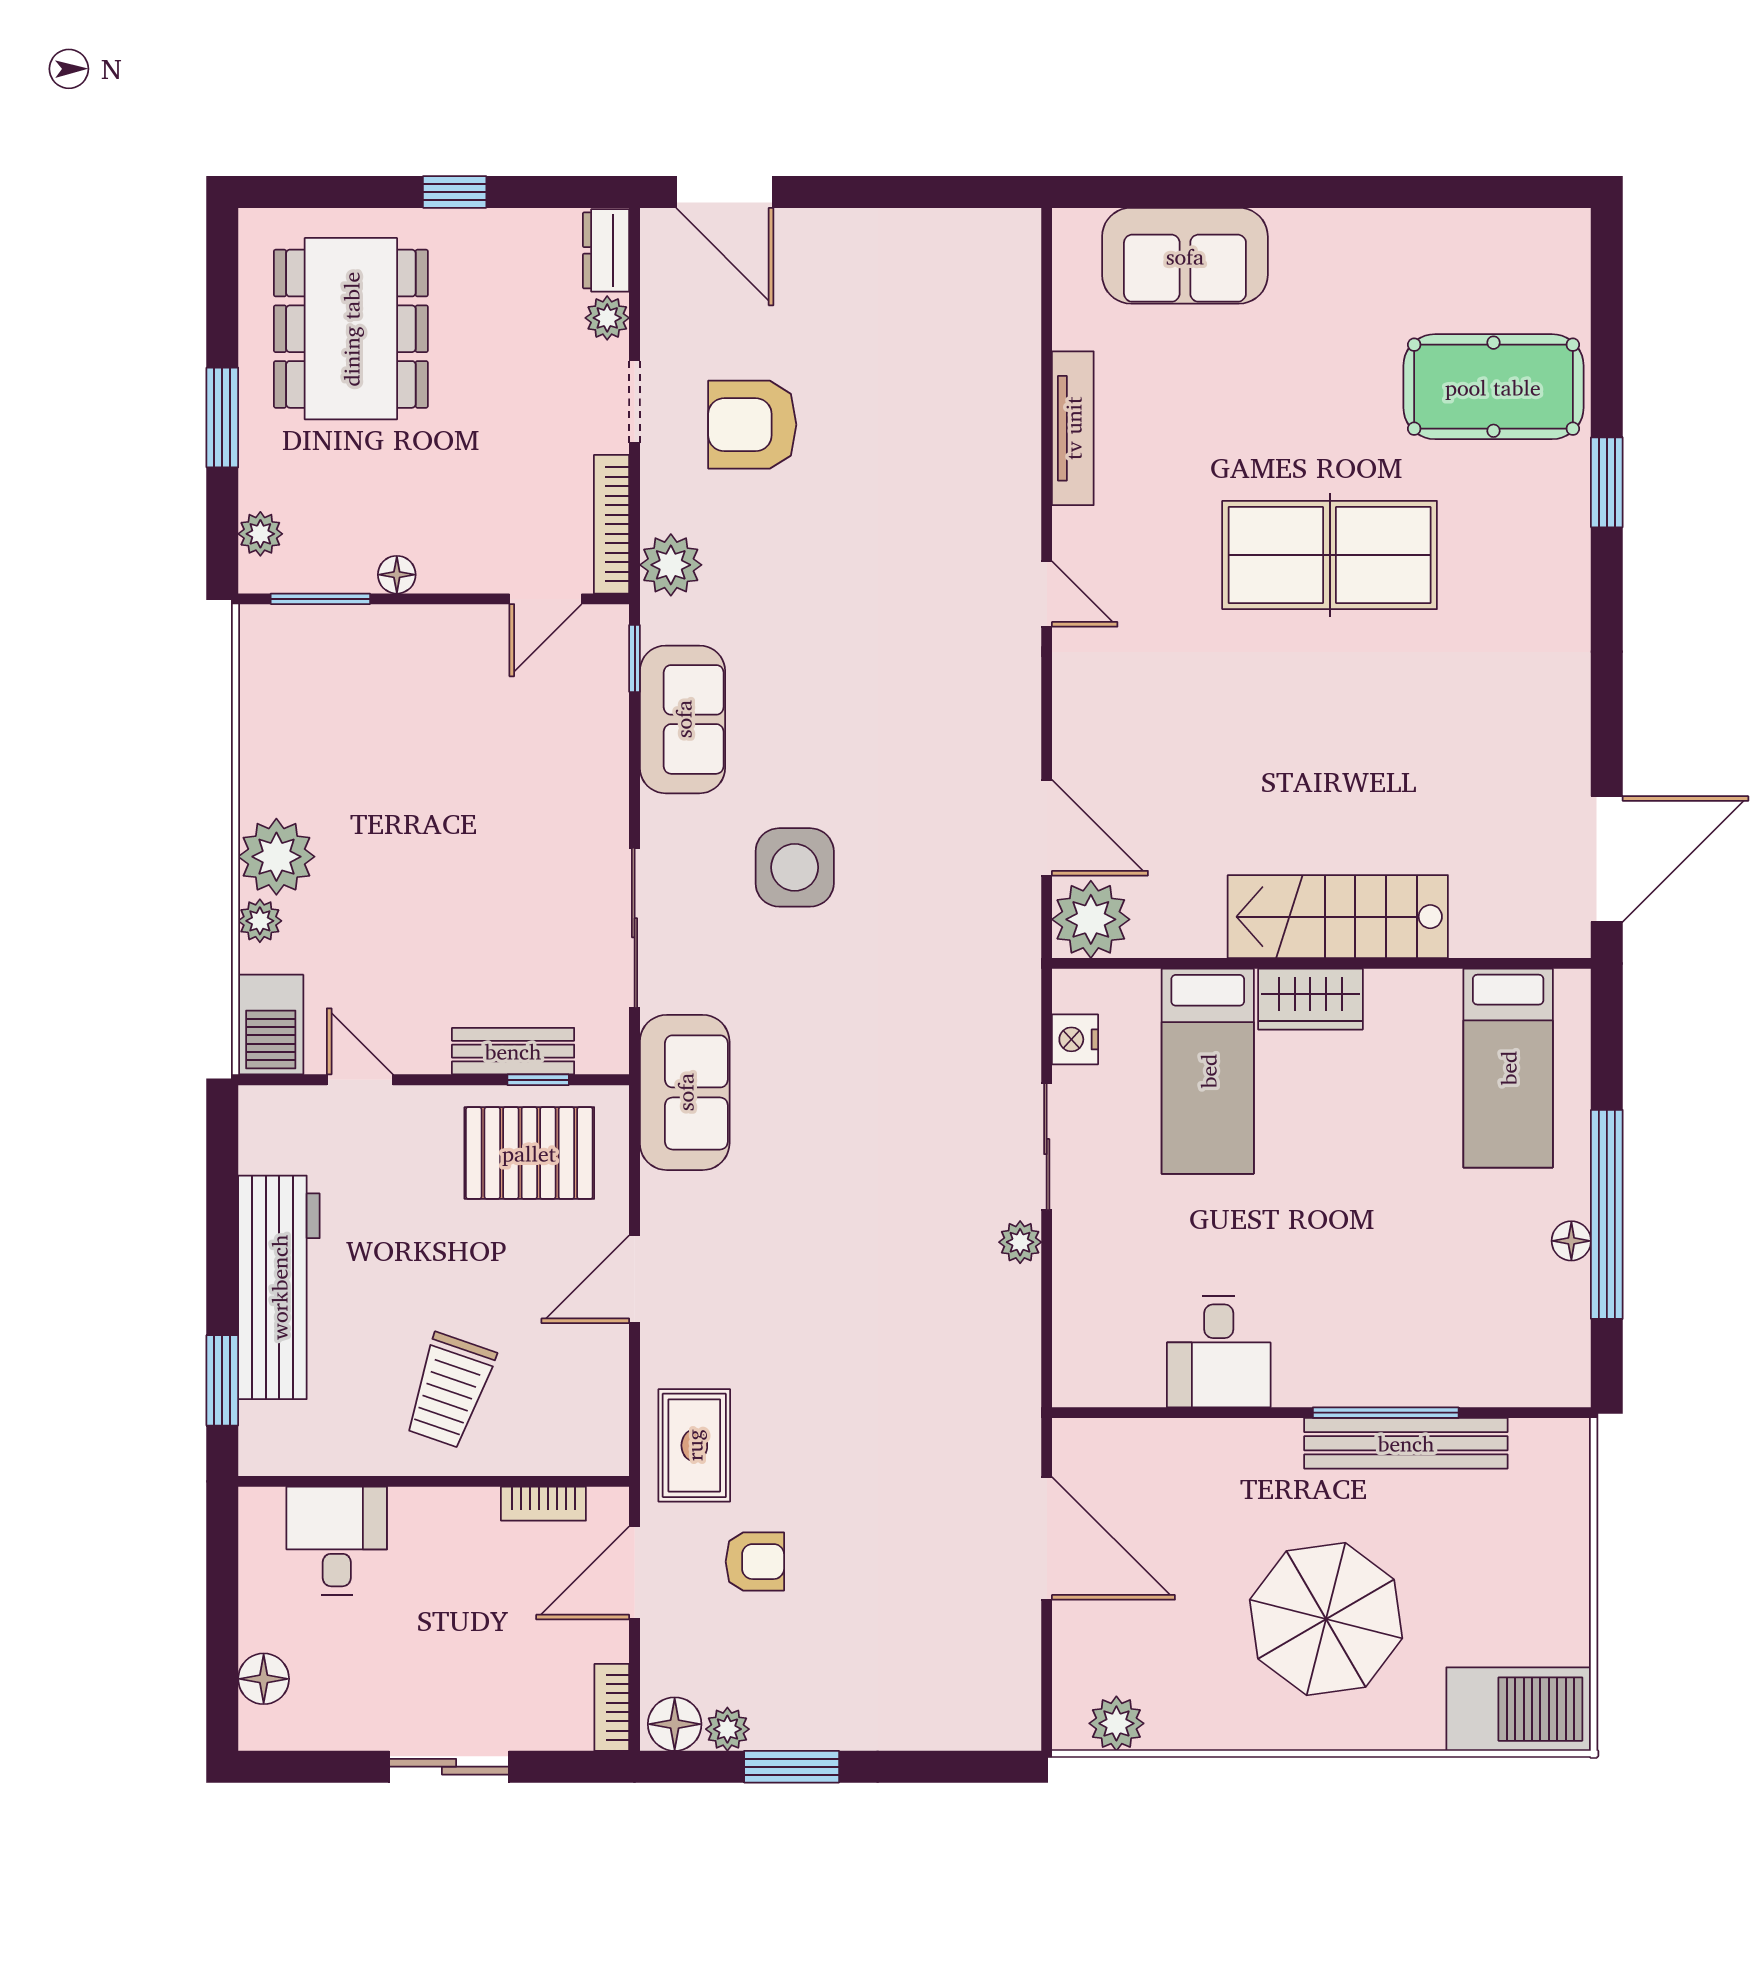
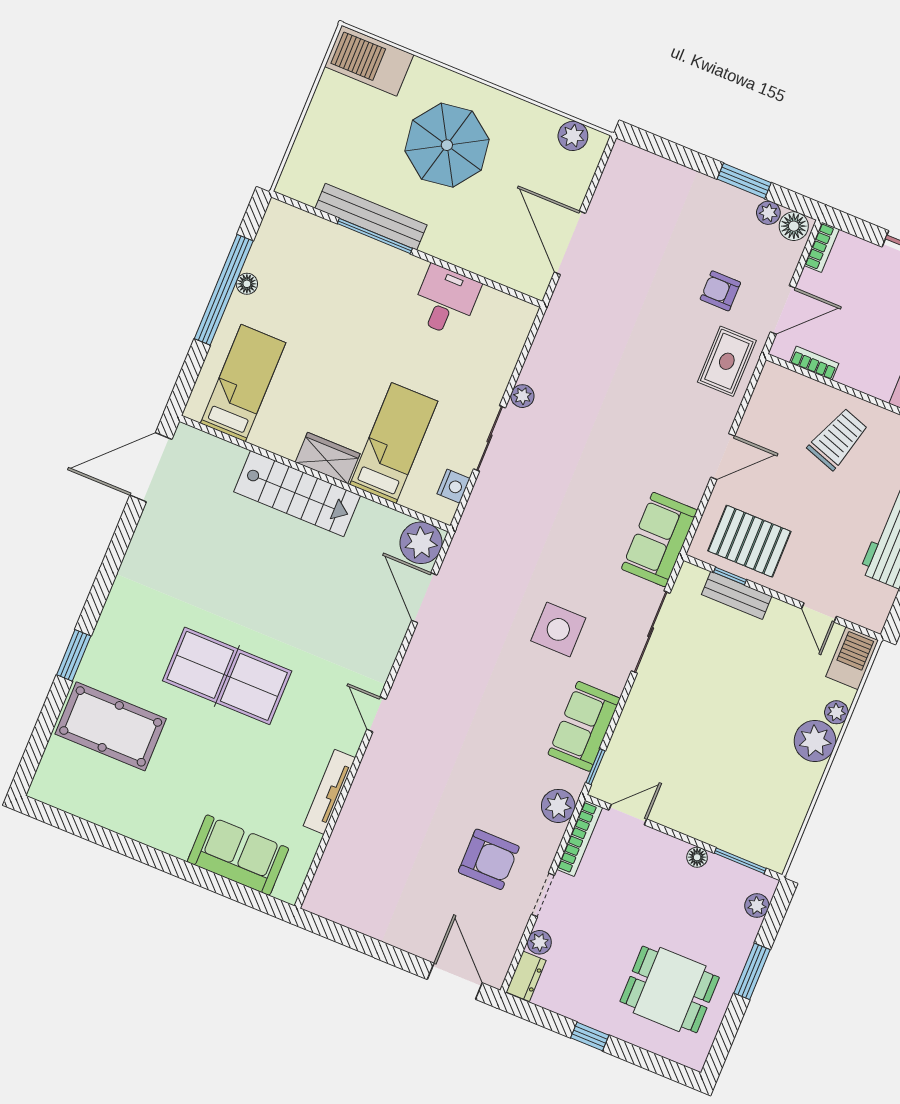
dining table: (351, 329) -> (670, 989), width x0.73

